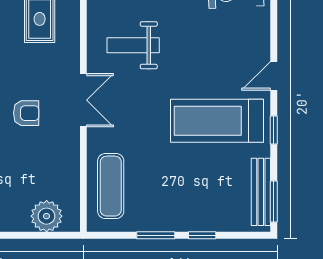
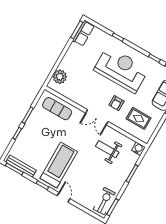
weight bench: (133, 45) -> (107, 149), turned -90
armchair: (26, 113) -> (116, 103), moved

